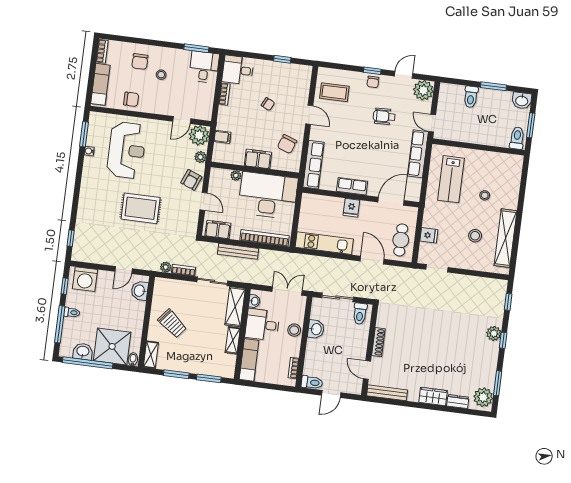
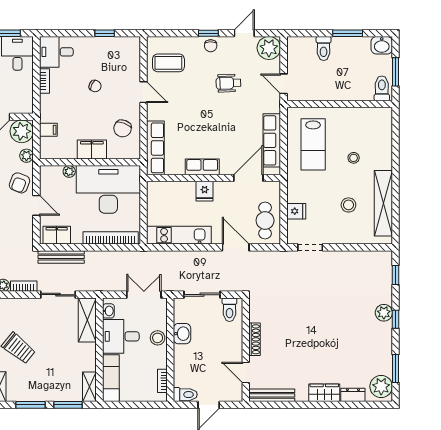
row of seats: (418, 154) -> (272, 140), moved
bench: (238, 251) -> (61, 257), moved
shelving: (233, 340) -> (89, 387), moved

